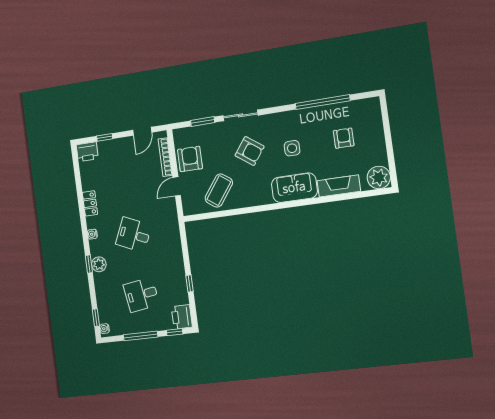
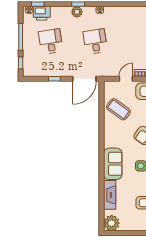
door: (177, 186) -> (126, 79), hinge flipped
locker: (90, 203) -> (123, 11), removed
desk: (134, 235) -> (95, 41), turned -33
door: (184, 243) -> (84, 79), added
printer: (182, 317) -> (42, 13), moved, turned 180

